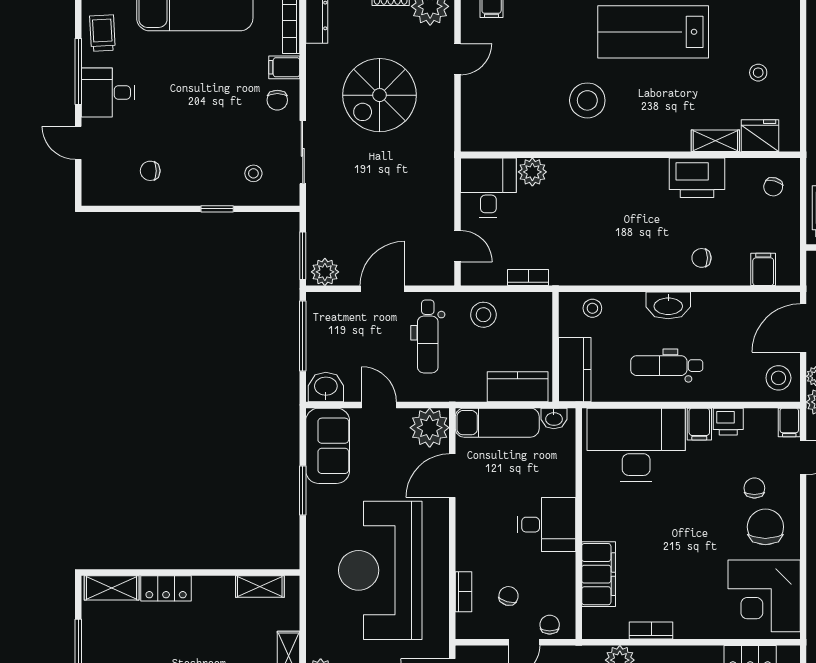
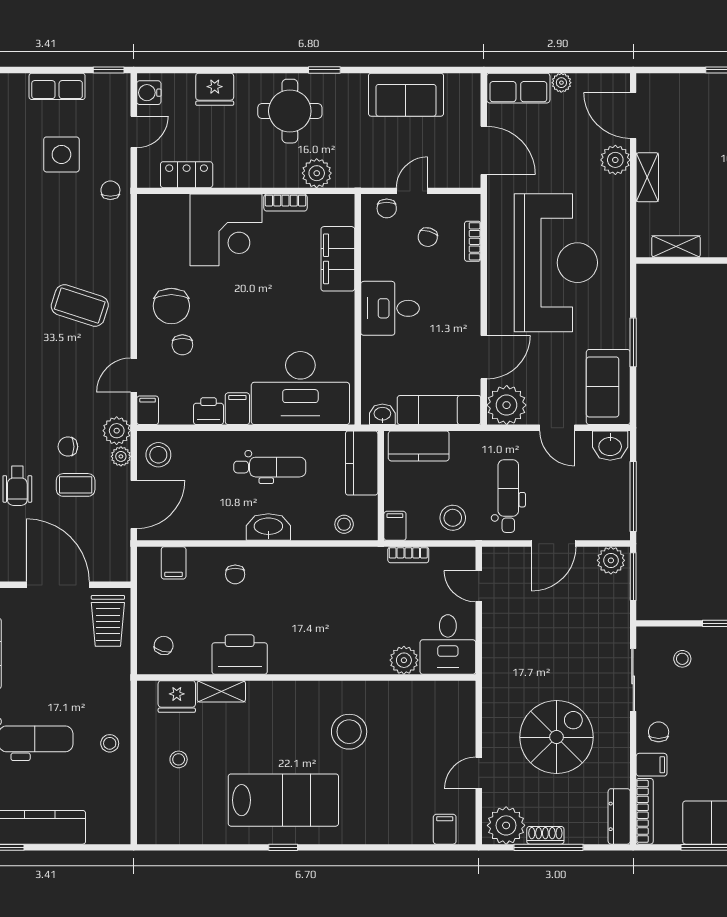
chair: (702, 258) -> (235, 574), turned 90
filing cabinet: (541, 307) -> (395, 526), added
corner desk: (764, 596) -> (226, 230), moved, turned 90

